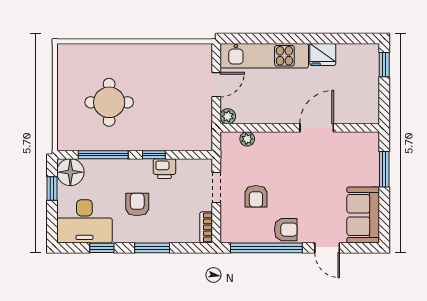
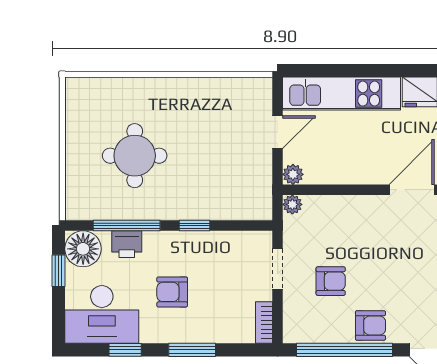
plant: (247, 139) -> (292, 204), moved
printer: (164, 169) -> (127, 244), moved
armchair: (256, 196) -> (331, 281), turned -90
armchair: (137, 204) -> (172, 292), turned -90

